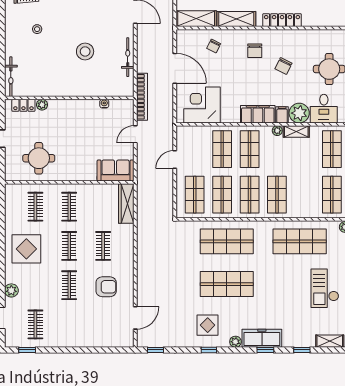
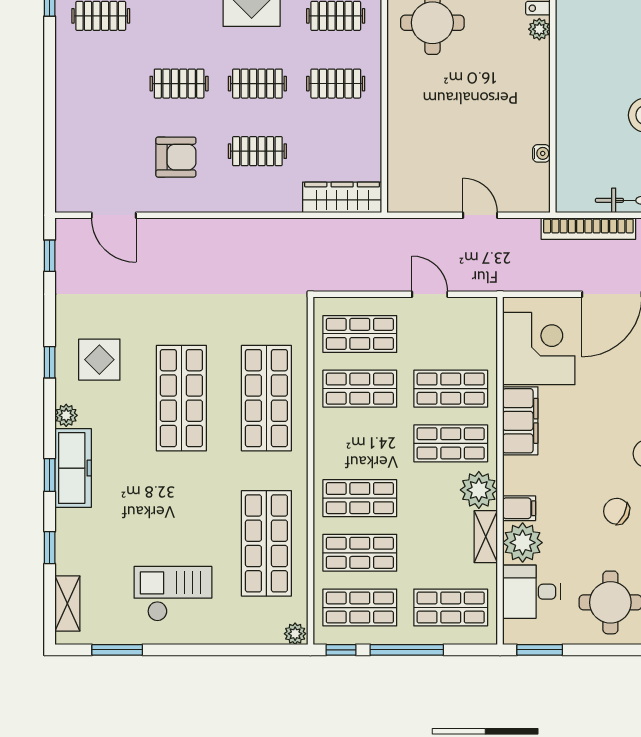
bookcase: (142, 97) -> (588, 229), moved
filing cabinet: (258, 114) -> (520, 421), moved
plant: (277, 131) -> (479, 490), width x1.88, depth x1.88
sofa: (116, 170) -> (408, 176), removed
shop shelf: (250, 195) -> (360, 553), moved
armchair: (106, 287) -> (176, 157), turned -90

